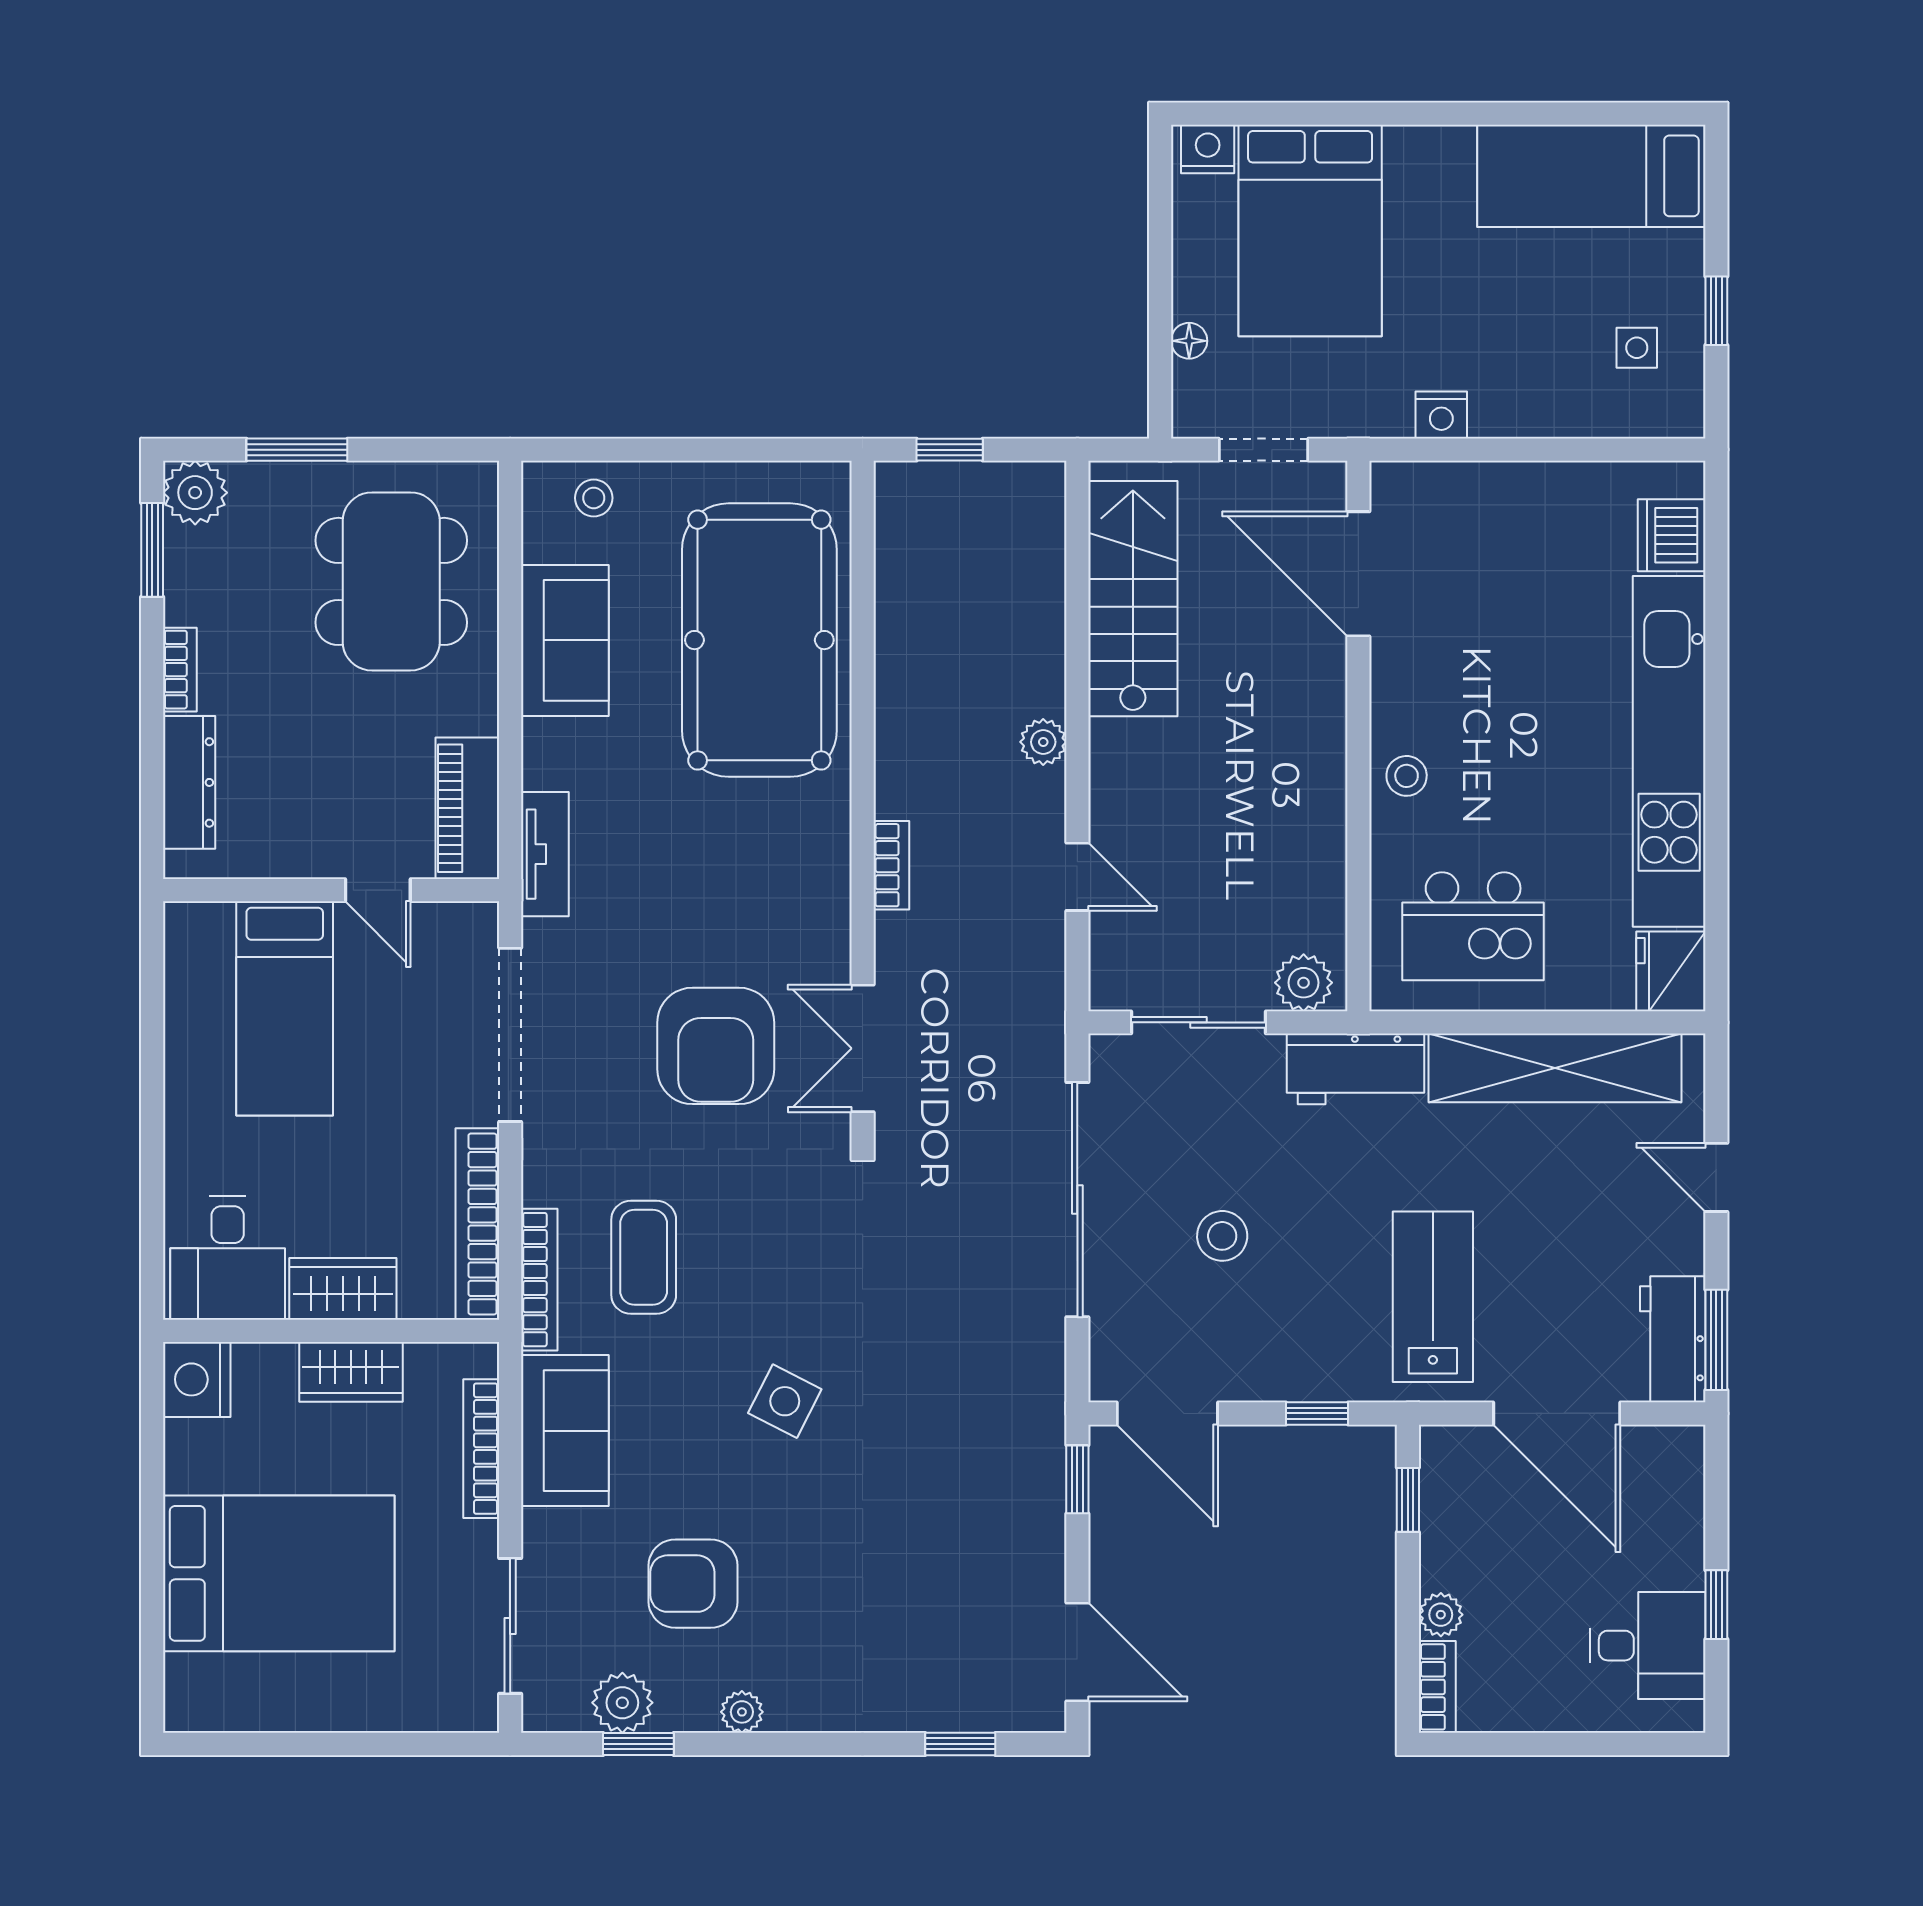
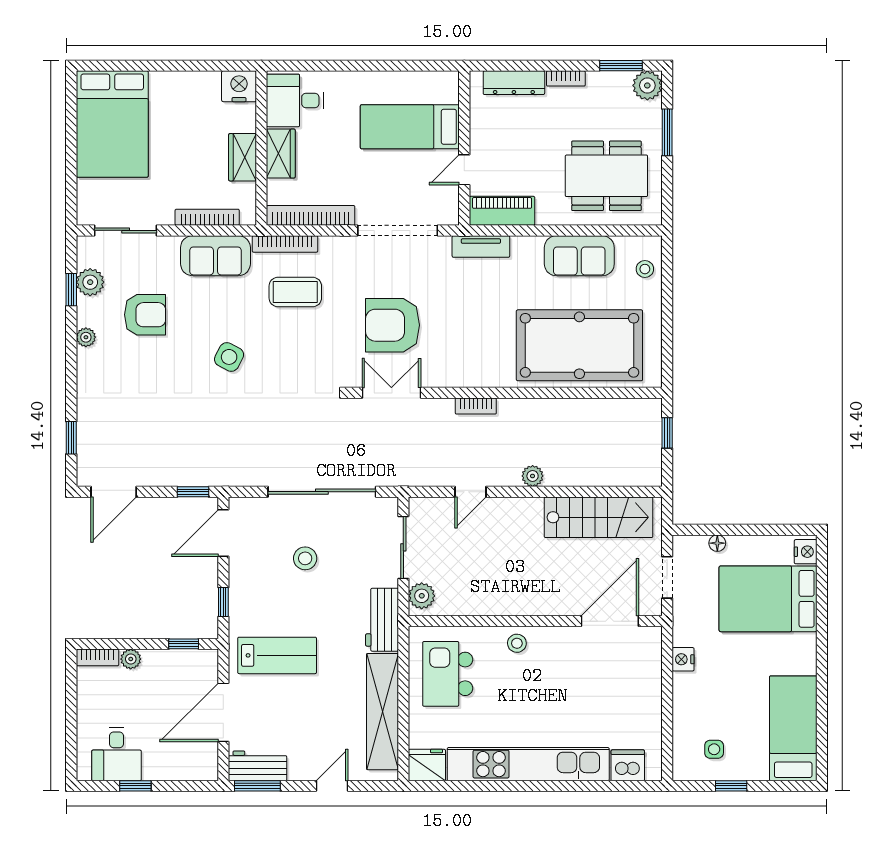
bed: (279, 1573) -> (112, 124), moved
armchair: (693, 1584) -> (145, 315), turned 90

